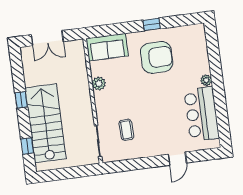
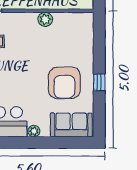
sofa: (107, 47) -> (71, 125), moved, turned 90

